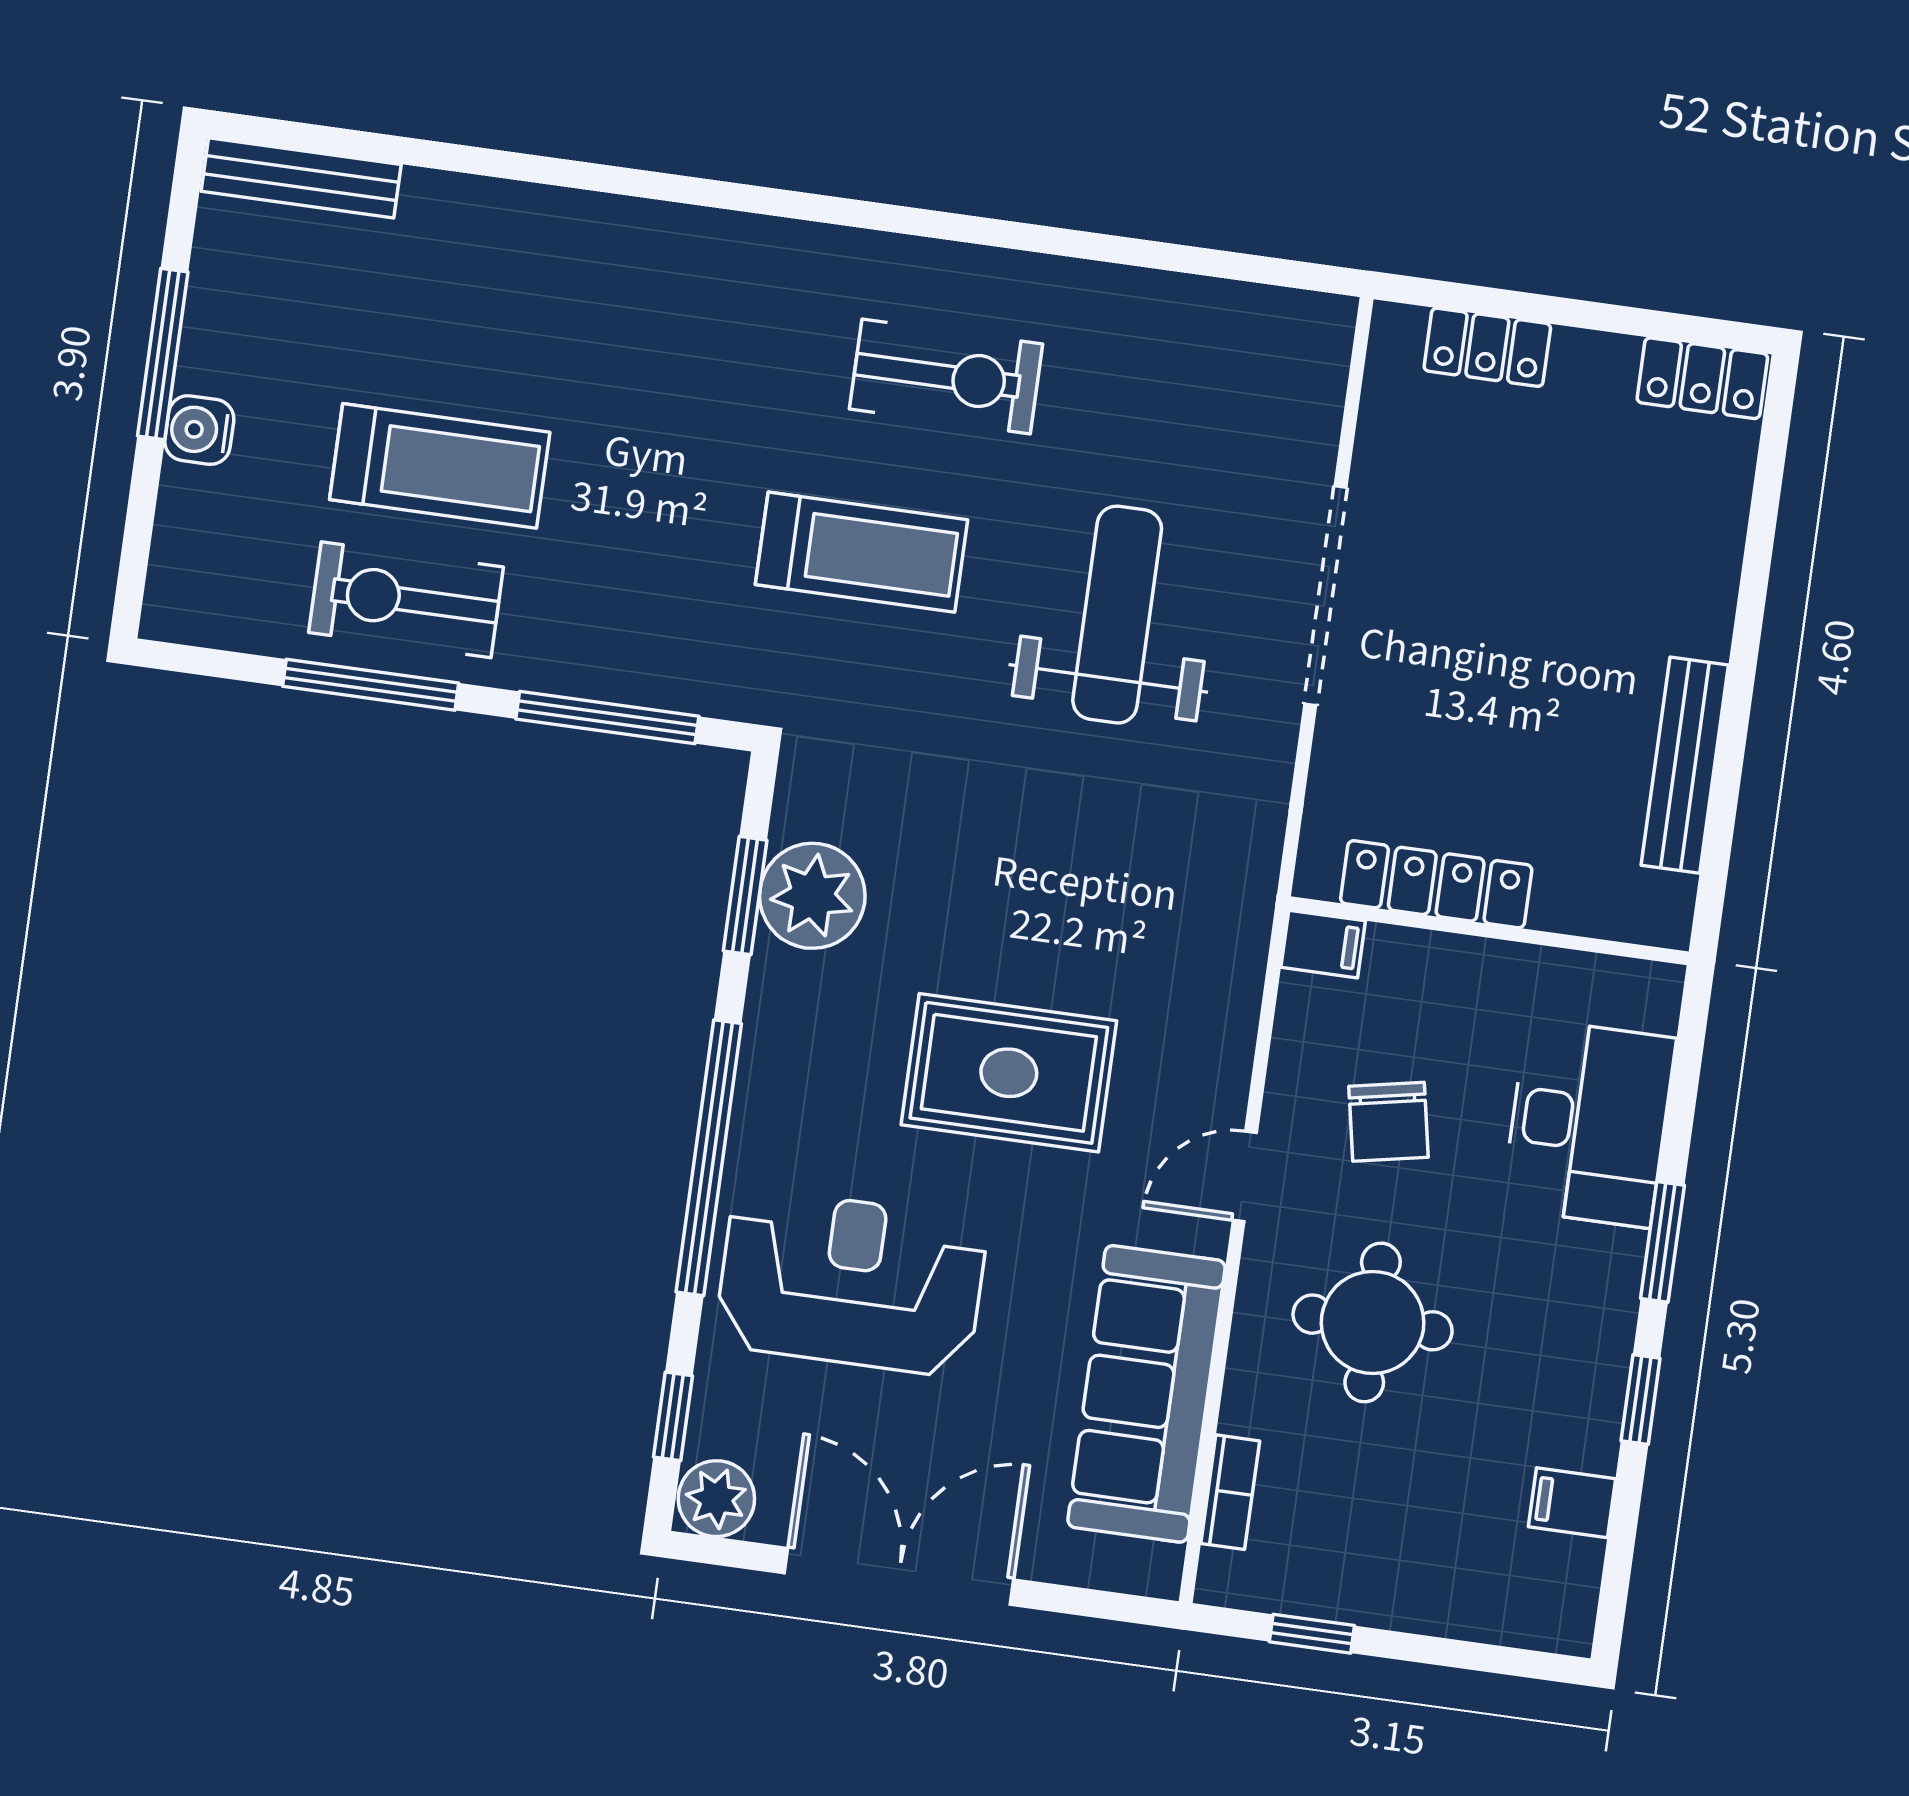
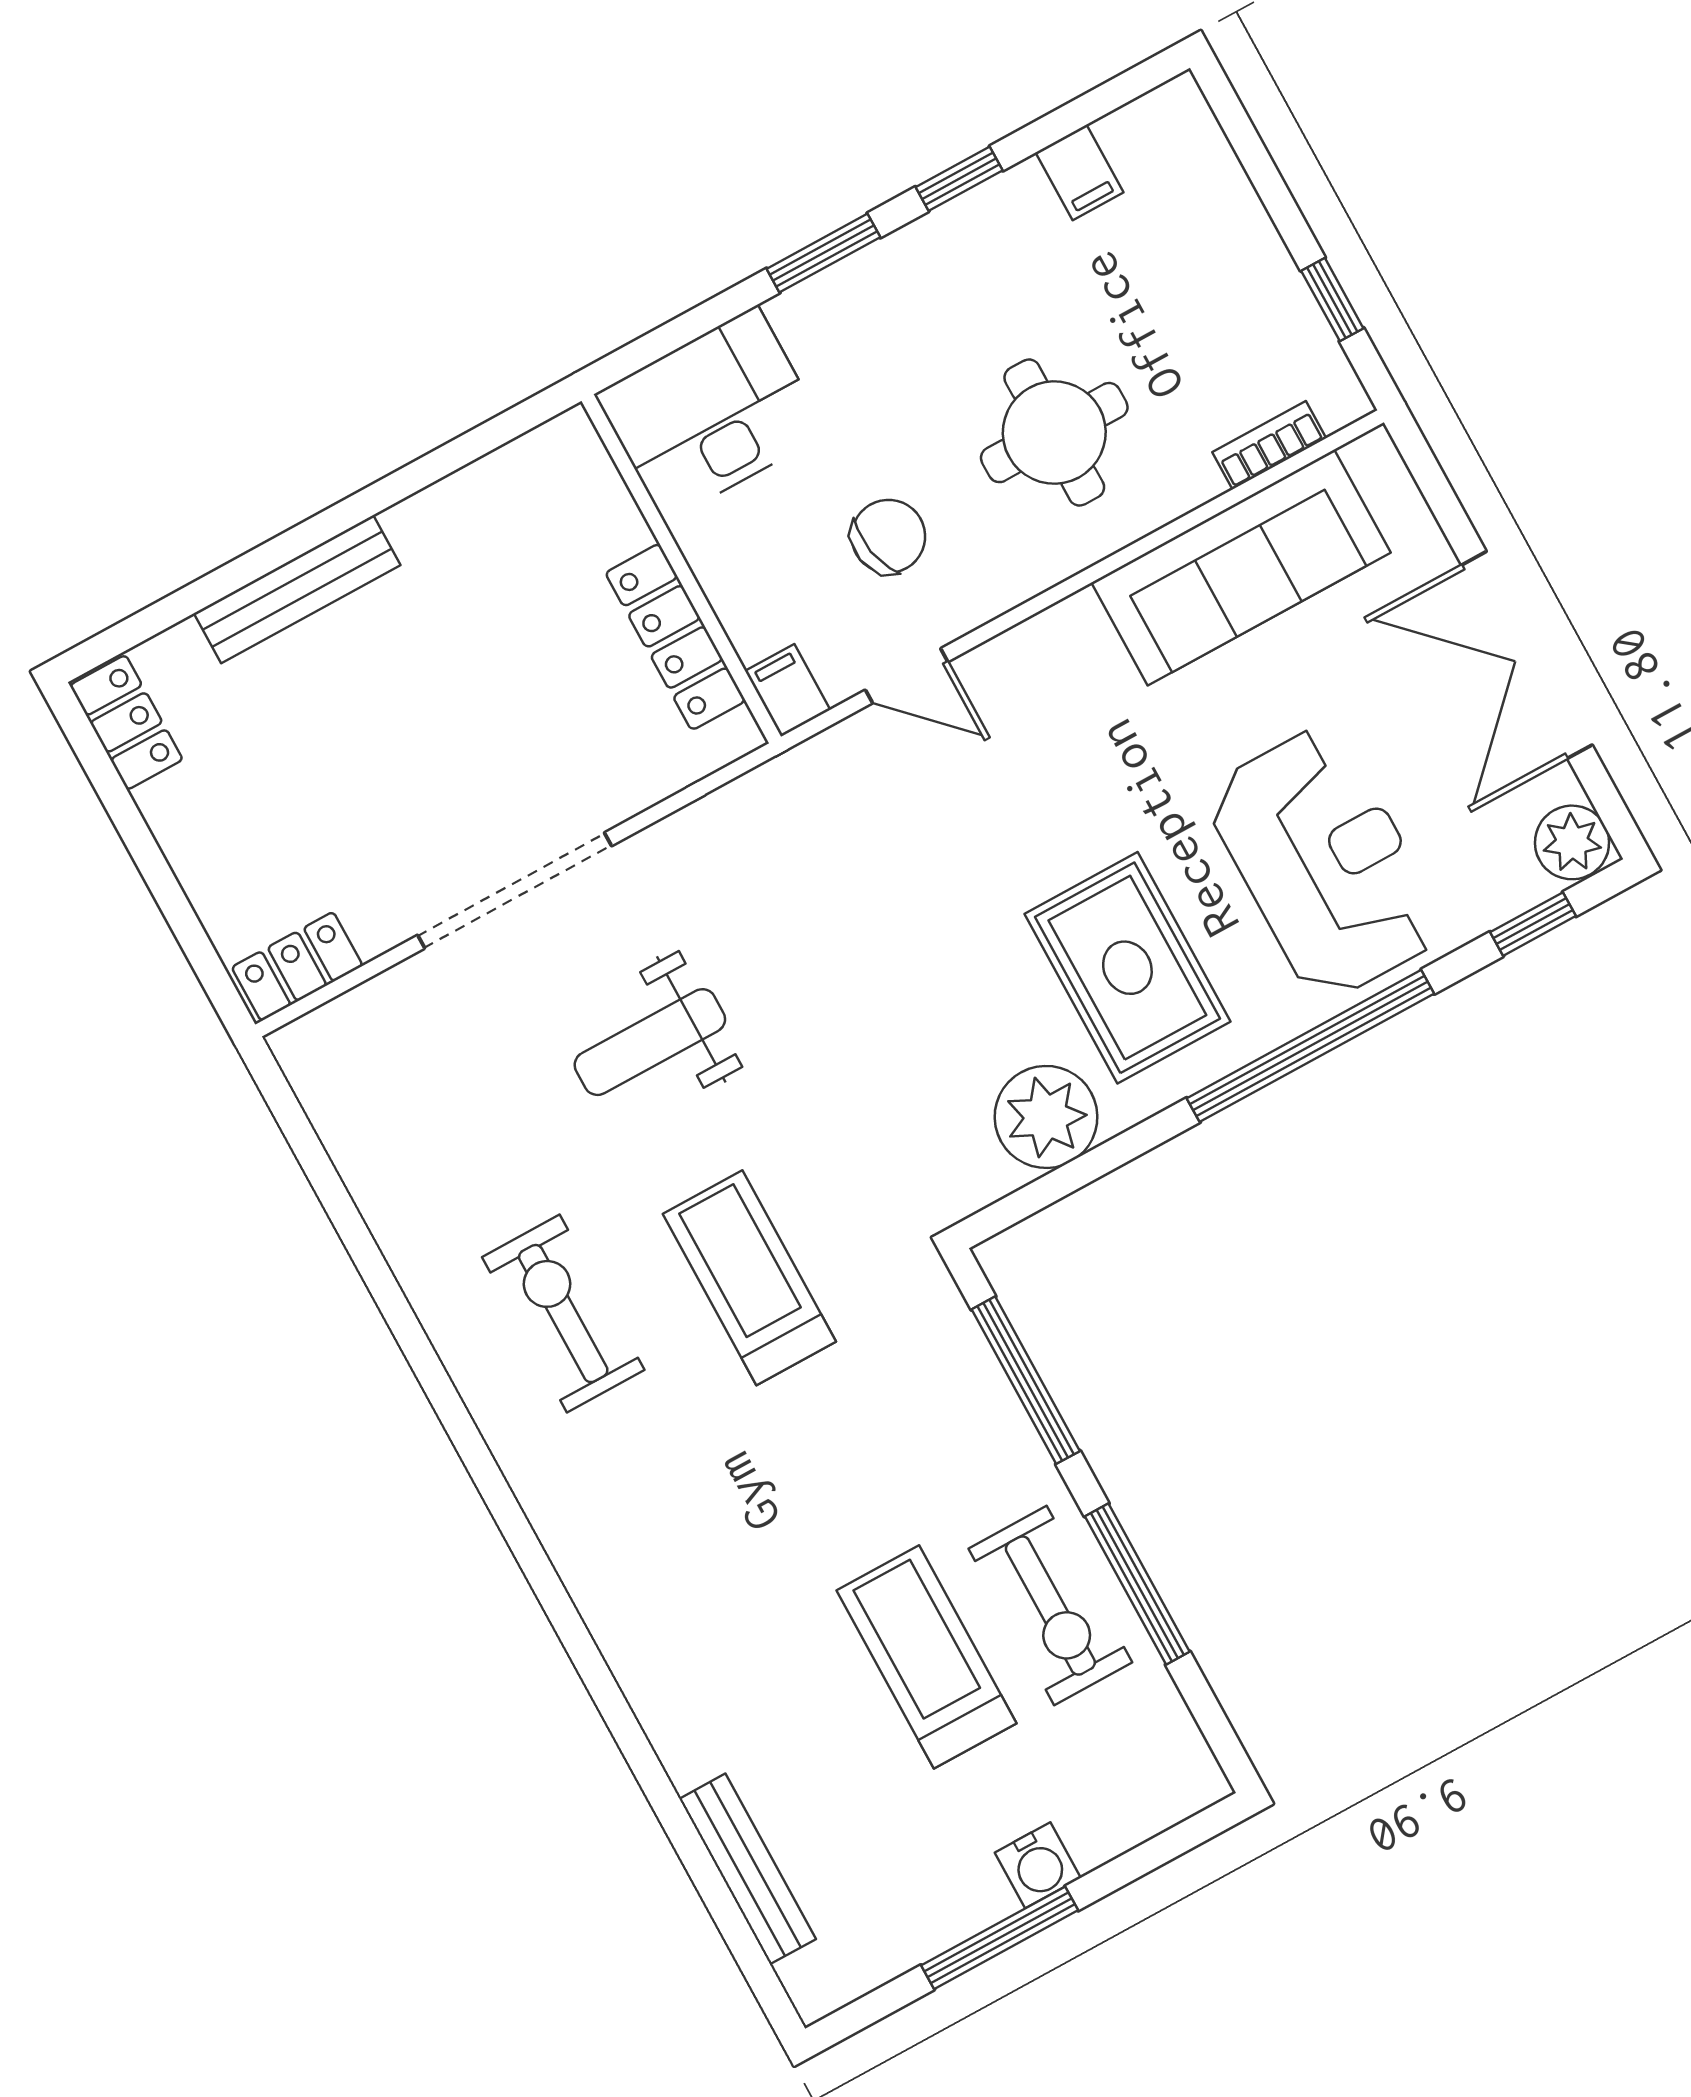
bench: (301, 178) -> (748, 1869), moved
locker: (1487, 347) -> (297, 966), moved, turned -90
weight bench: (1117, 615) -> (650, 1042), width x0.73, depth x0.75
bench: (1685, 765) -> (297, 589), moved
window: (745, 896) -> (1085, 1169), removed
rug: (1009, 1073) -> (1127, 968), moved
desk: (1589, 1123) -> (711, 414), moved
door: (1245, 1176) -> (907, 676), moved
reception desk: (851, 1282) -> (1325, 863), turned 180

